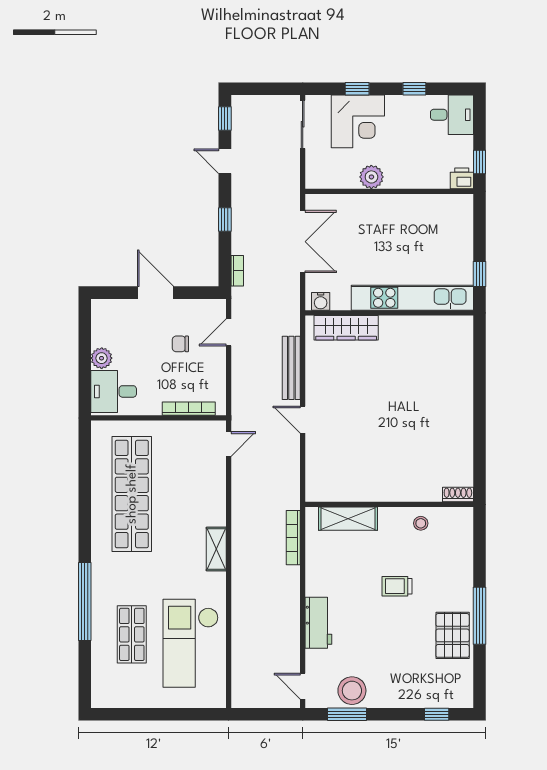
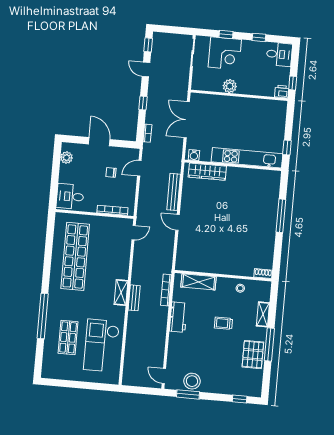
double door: (303, 242) -> (187, 120), swing flipped
plant: (102, 358) -> (66, 158), moved
window: (479, 392) -> (281, 216), added
bench: (239, 556) -> (134, 298), added
shelving: (464, 565) -> (263, 314), added
workbench: (318, 623) -> (178, 317), moved

